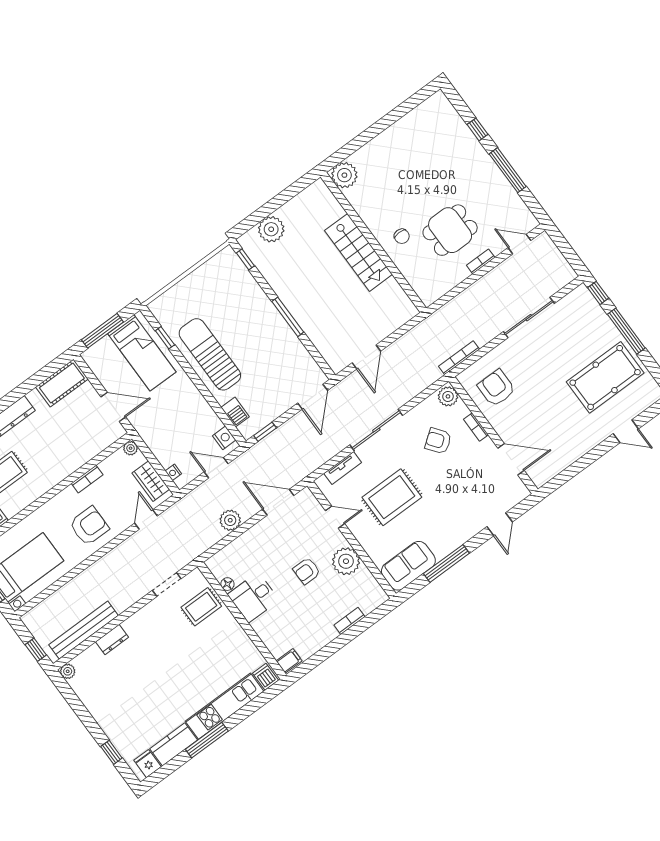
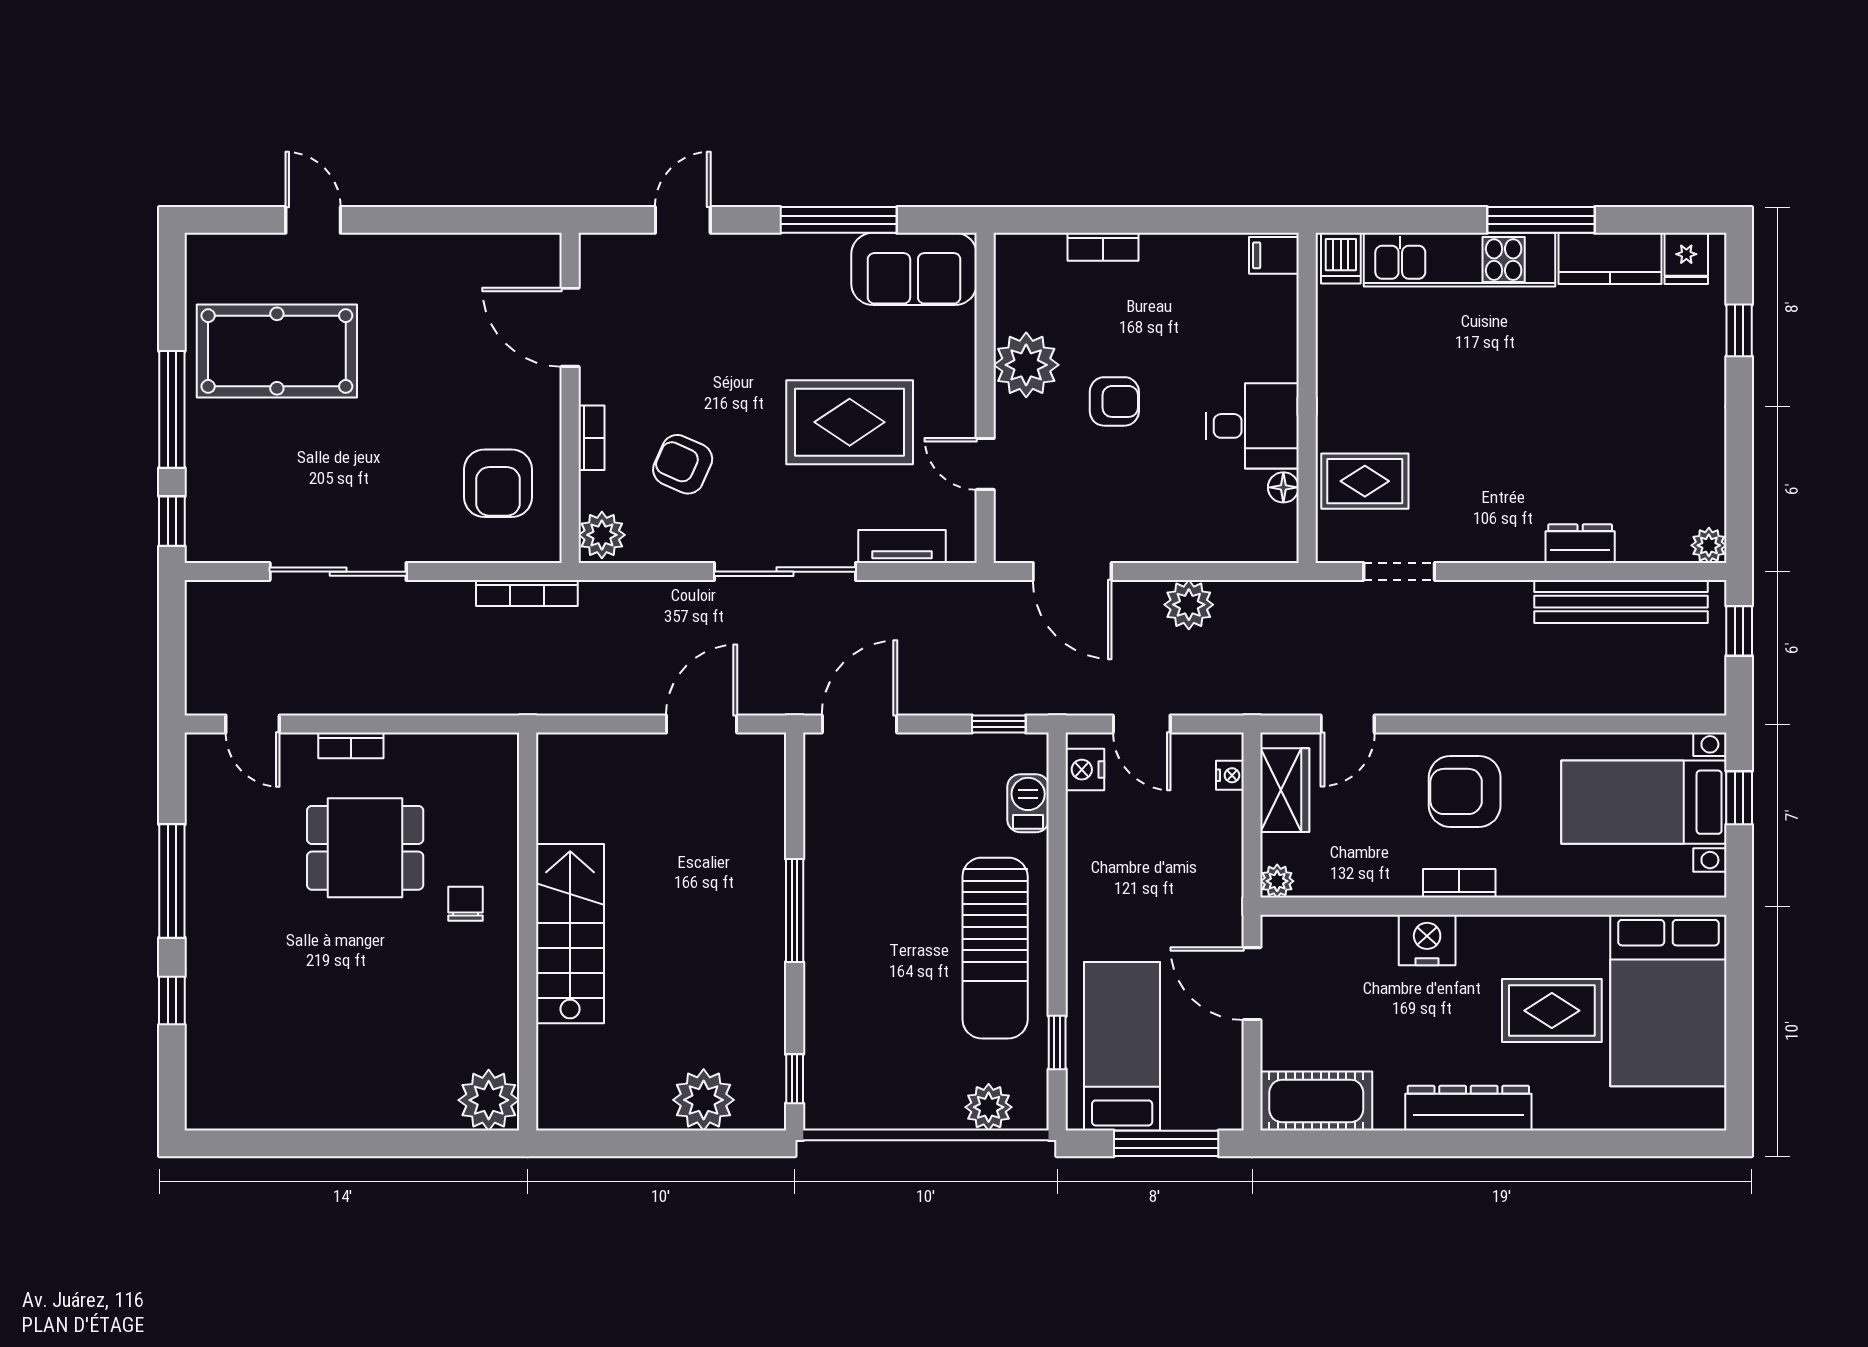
plant: (172, 298) -> (989, 1107), added
armchair: (438, 441) -> (683, 464), turned 151
nightstand: (65, 466) -> (1427, 940), added
bookcase: (87, 479) -> (1459, 883), moved

